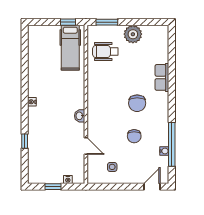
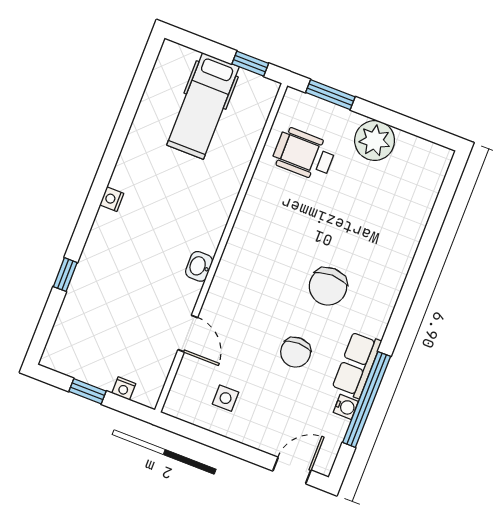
hospital bed: (70, 48) -> (203, 106), moved
row of seats: (162, 77) -> (357, 365), moved

